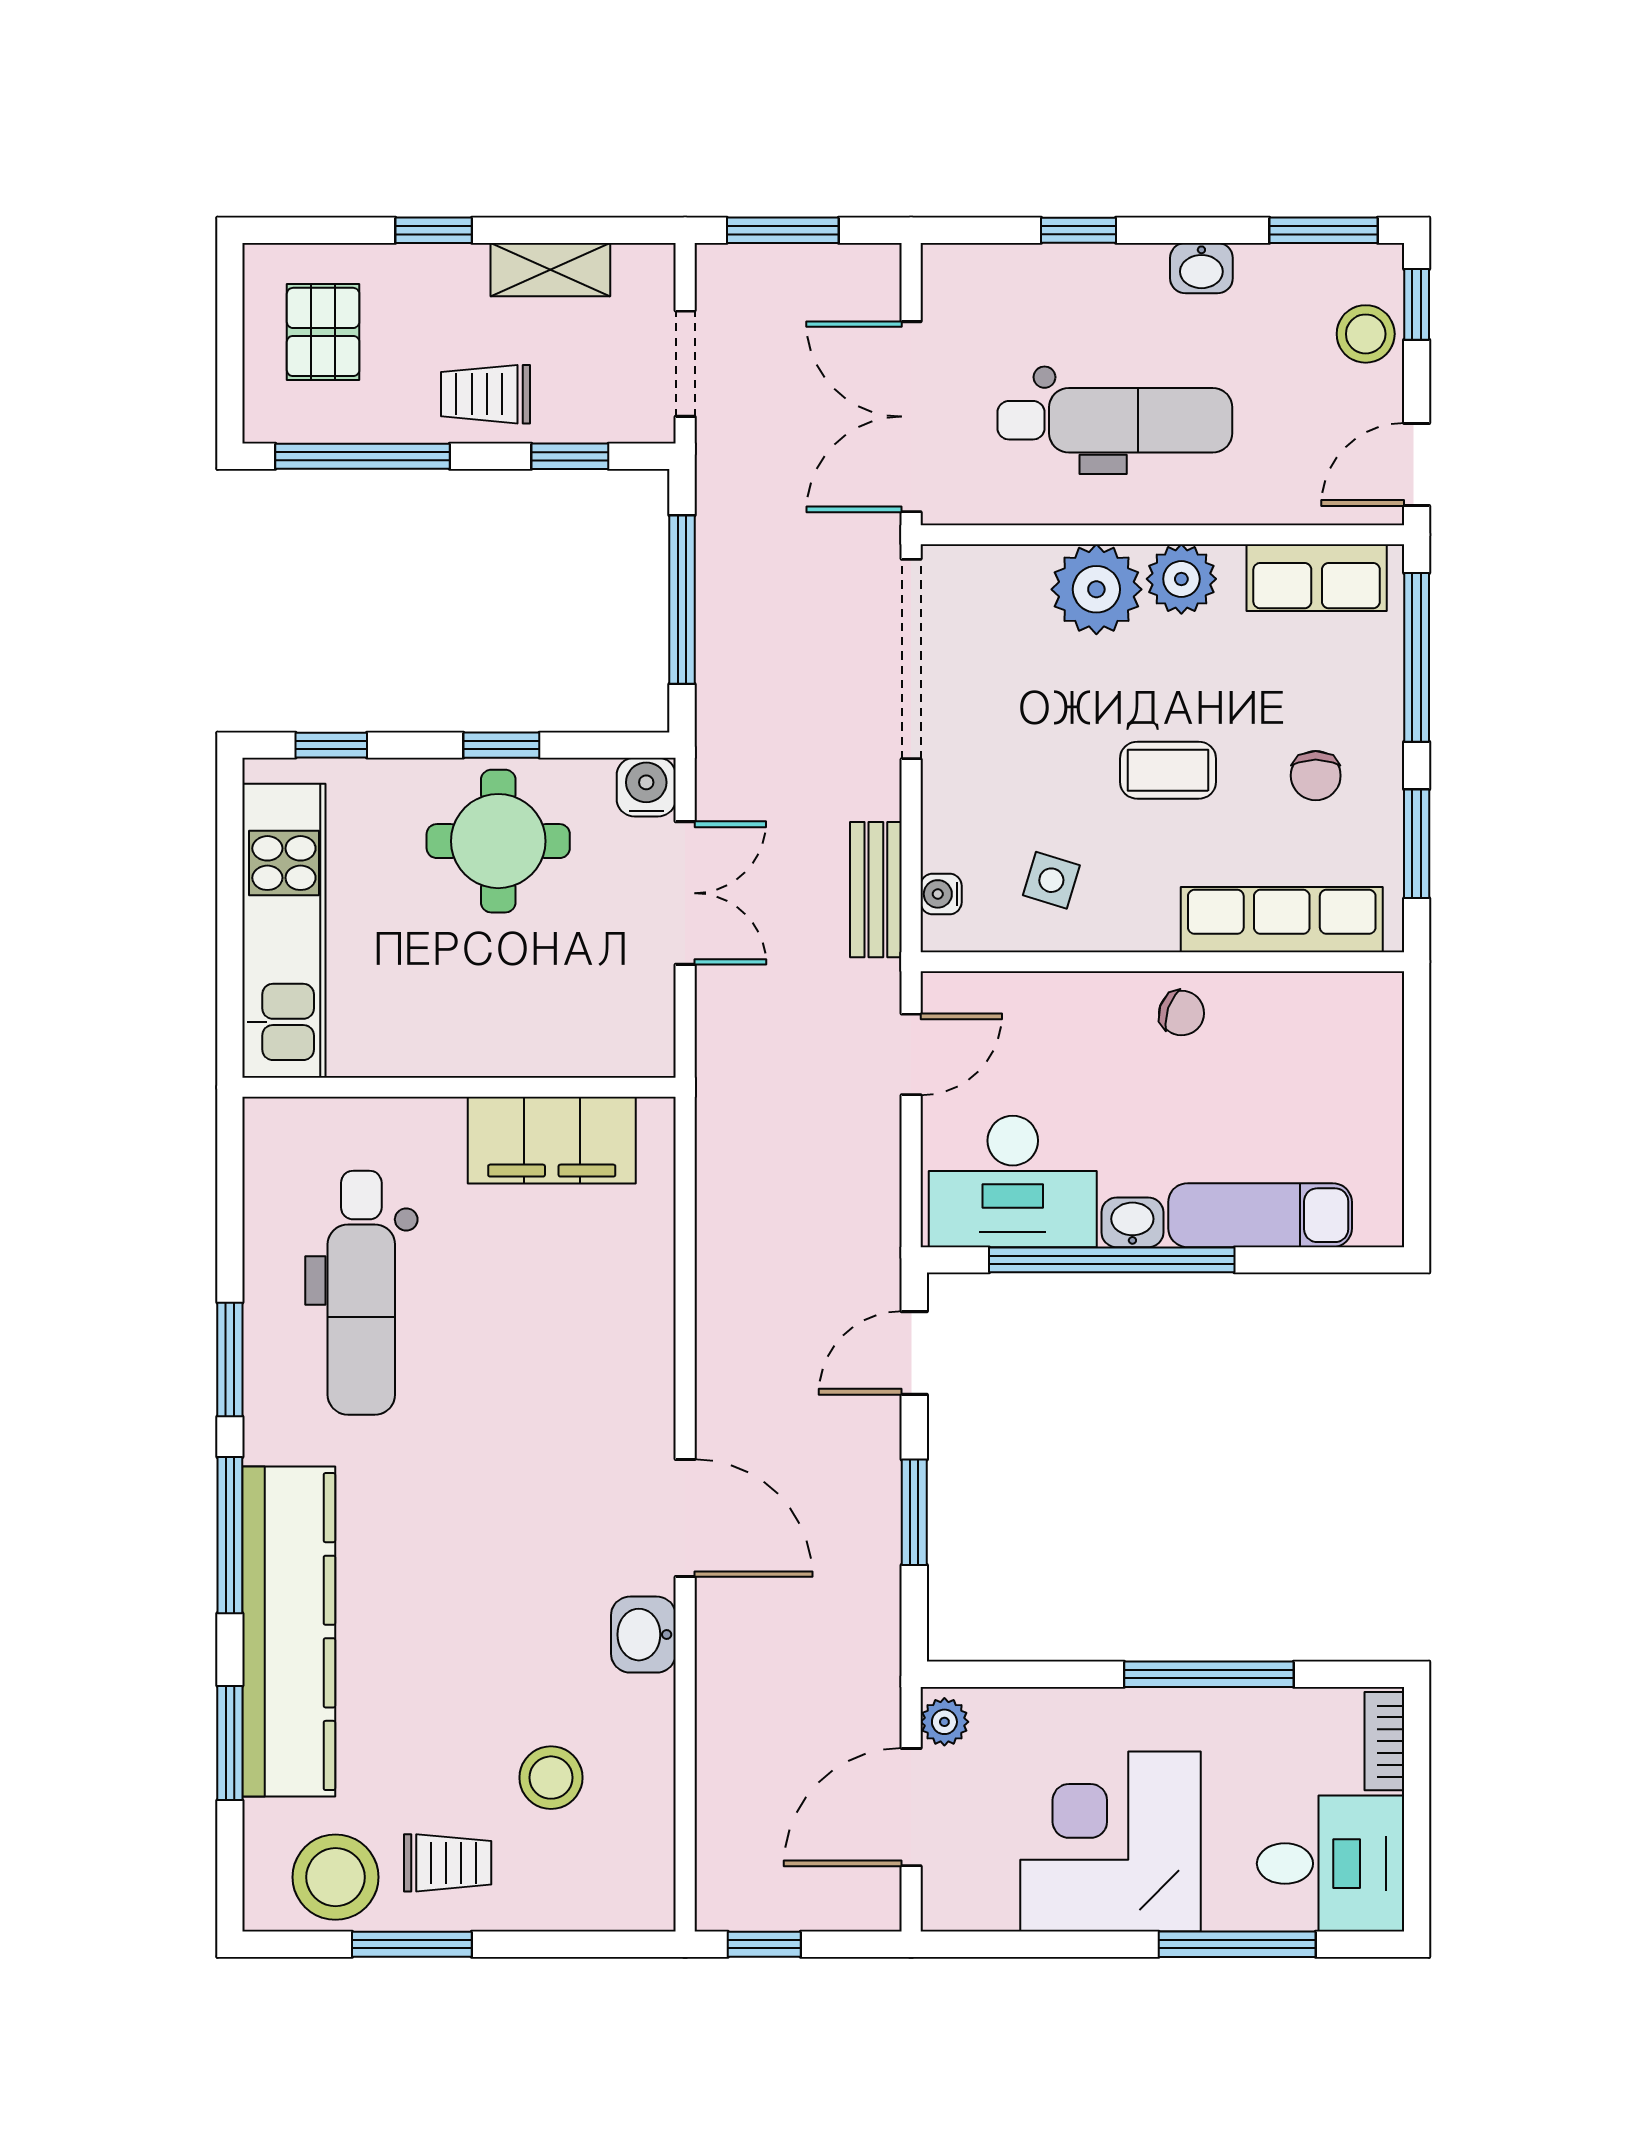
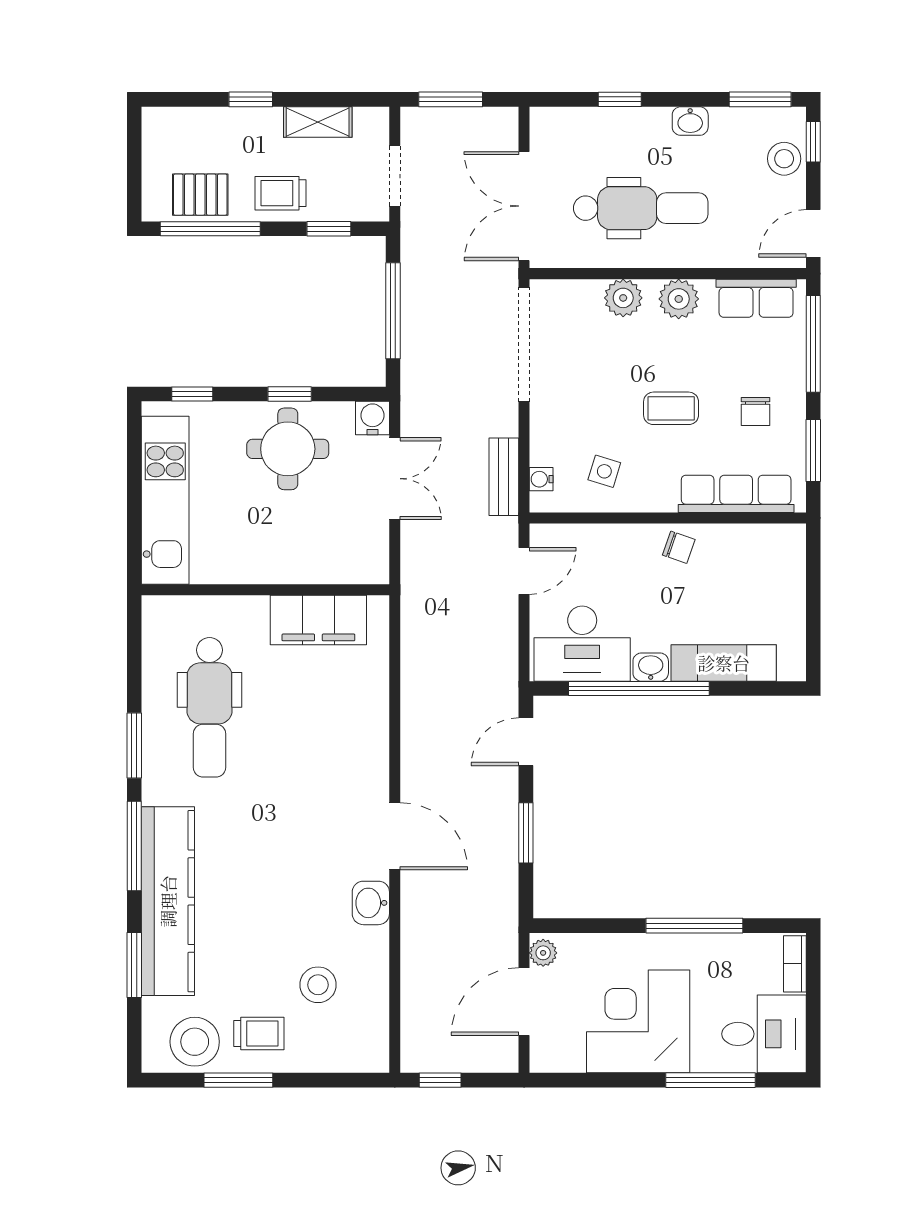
pallet: (323, 332) -> (200, 195), moved, turned 90
plant: (1096, 589) -> (623, 298), width x0.73, depth x0.73

